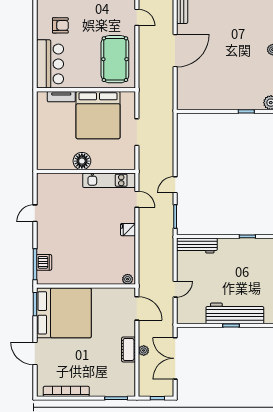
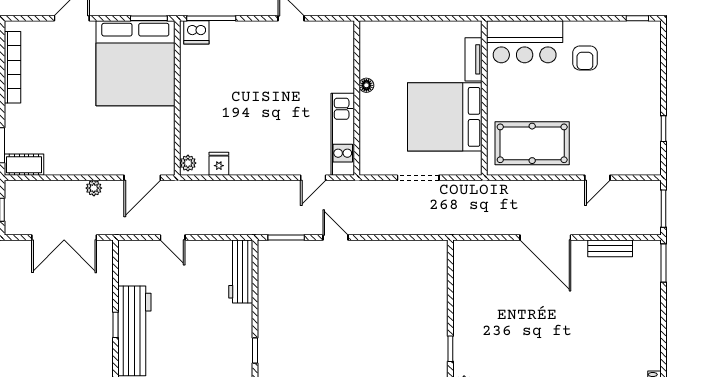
floor lamp: (82, 161) -> (366, 85), width x0.53, depth x0.53
fridge: (128, 230) -> (219, 164), moved
dishwasher: (44, 262) -> (196, 32), moved
cot: (129, 349) -> (24, 165), moved
plant: (144, 350) -> (94, 188), moved
double door: (175, 358) -> (64, 238), swing flipped

